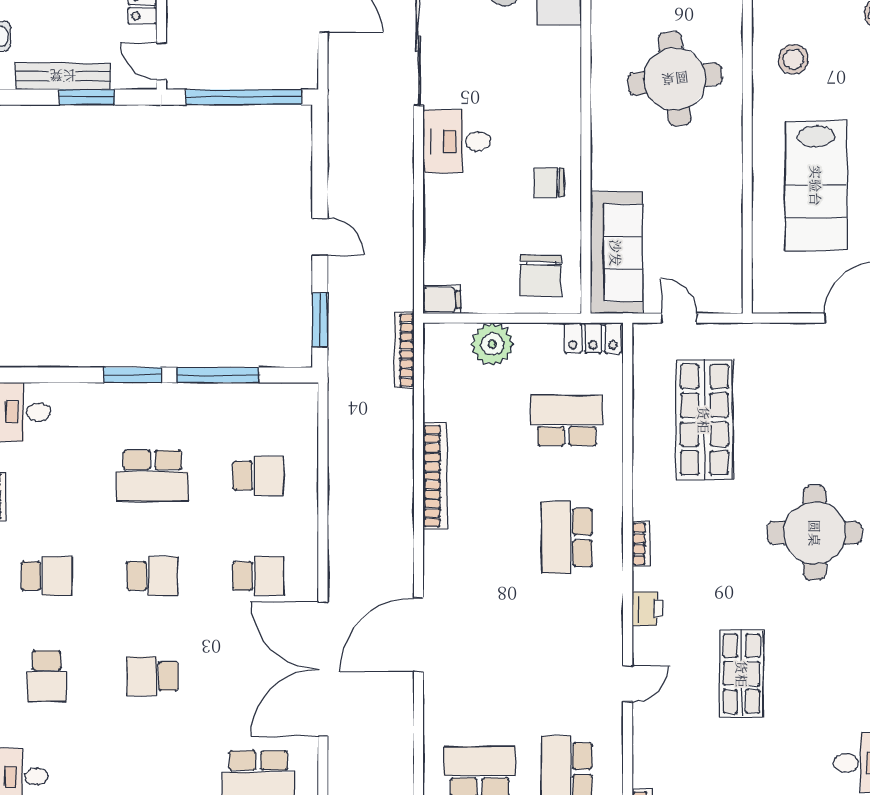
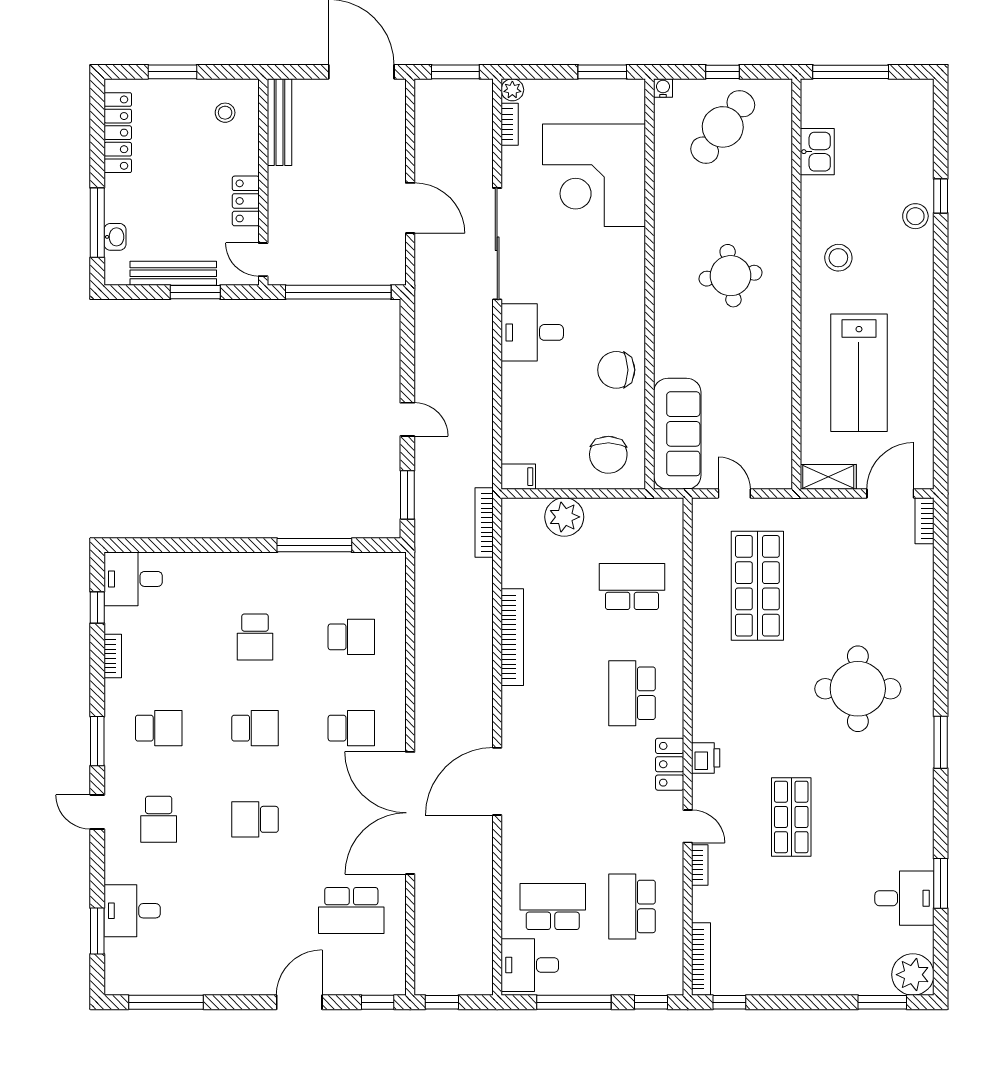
round table: (675, 79) -> (731, 276), width x0.73, depth x0.73
chair: (549, 182) -> (616, 370), width x1.37, depth x1.37
shelving: (782, 300) -> (828, 477), added
locker: (593, 338) -> (670, 764), moved, turned 90
window: (133, 375) -> (237, 545), removed
school desk: (153, 476) -> (255, 637), width x0.54
bookcase: (641, 544) -> (700, 865), moved
door: (628, 684) -> (688, 826), hinge flipped

